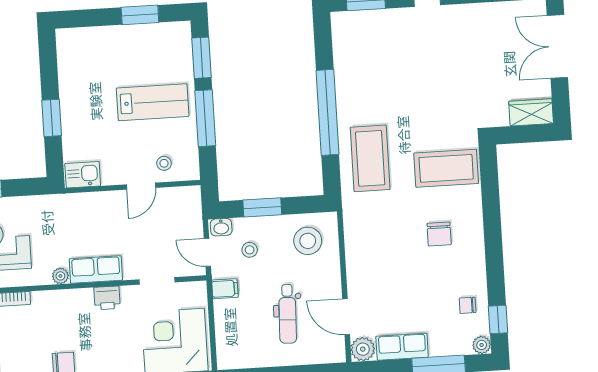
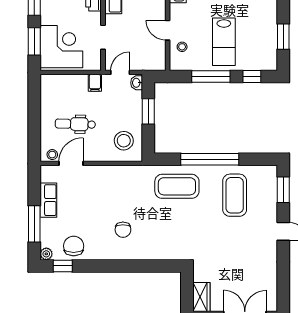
window: (202, 58) -> (252, 77), width x0.67
coffee table: (446, 168) -> (235, 195), moved
chair: (439, 234) -> (123, 230), turned -90
stool: (250, 250) -> (52, 155), moved
chair: (468, 305) -> (74, 246), width x1.87, depth x1.87
plant: (363, 349) -> (48, 173), removed

